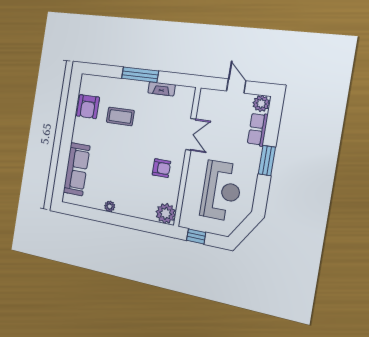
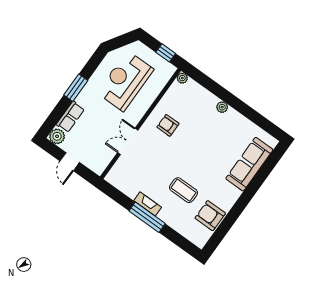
fireplace: (161, 89) -> (148, 204), moved
armchair: (88, 107) -> (210, 216), turned -90
plant: (110, 206) -> (222, 107), moved
plant: (166, 213) -> (182, 78), width x0.53, depth x0.53

